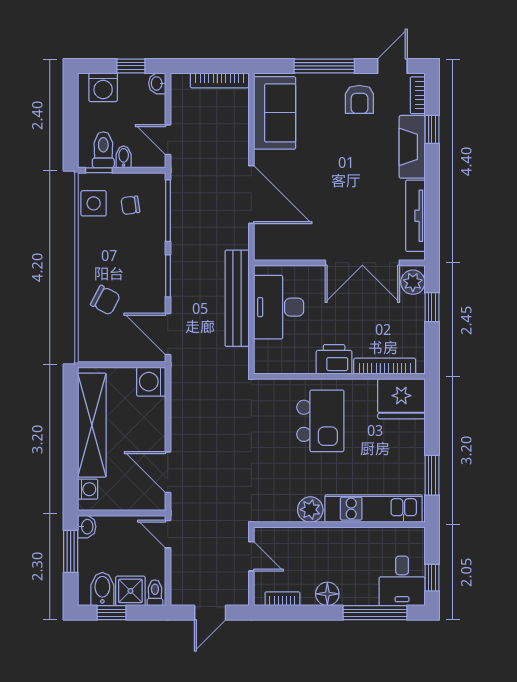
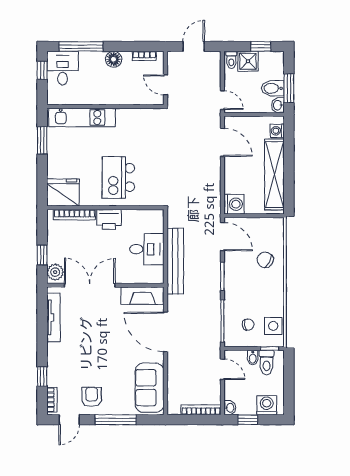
bookcase: (219, 80) -> (201, 410), moved
fireplace: (412, 147) -> (142, 296), moved, turned 90
desk: (279, 307) -> (147, 249), width x0.73
plant: (310, 510) -> (125, 117), removed
bidet: (102, 589) -> (273, 88), moved, turned 90

